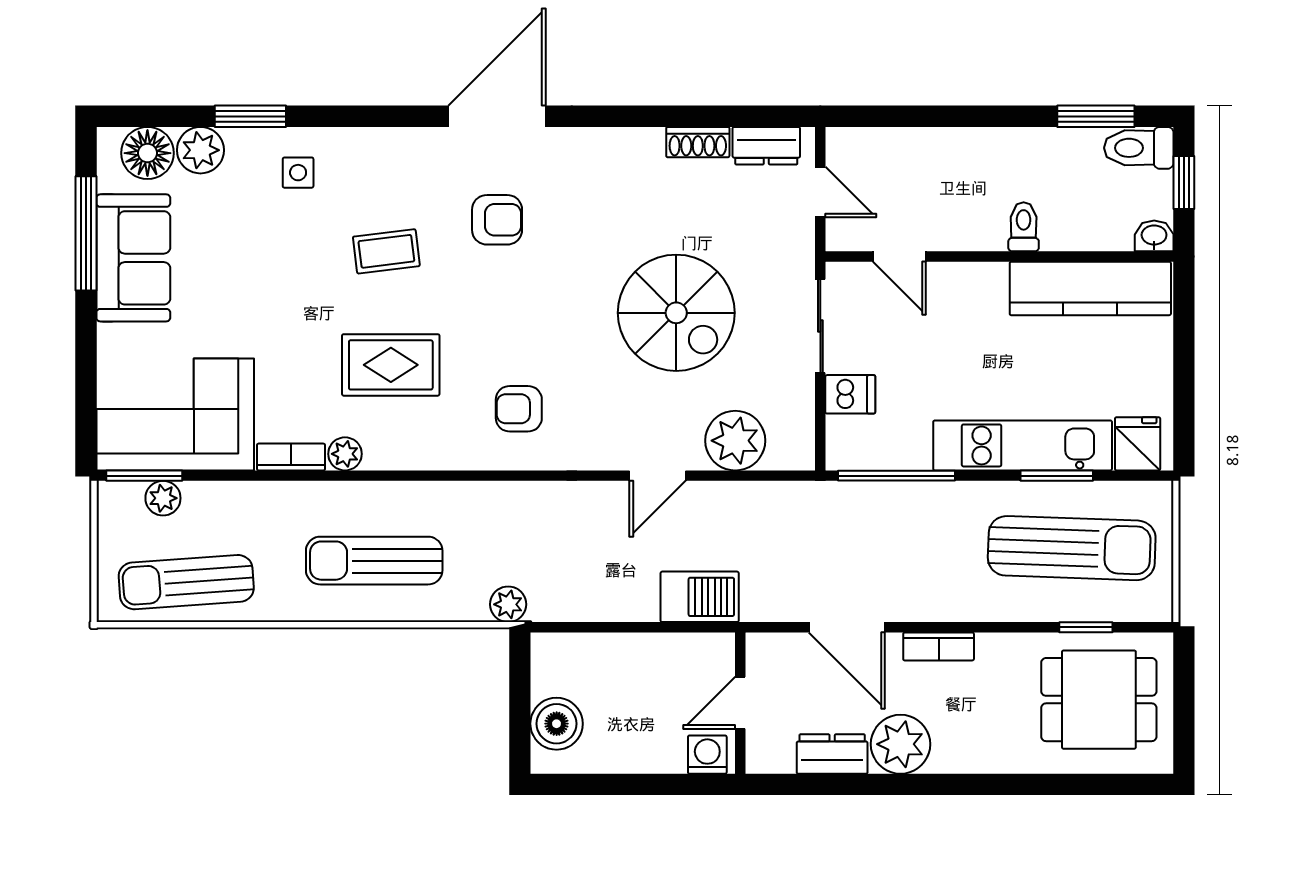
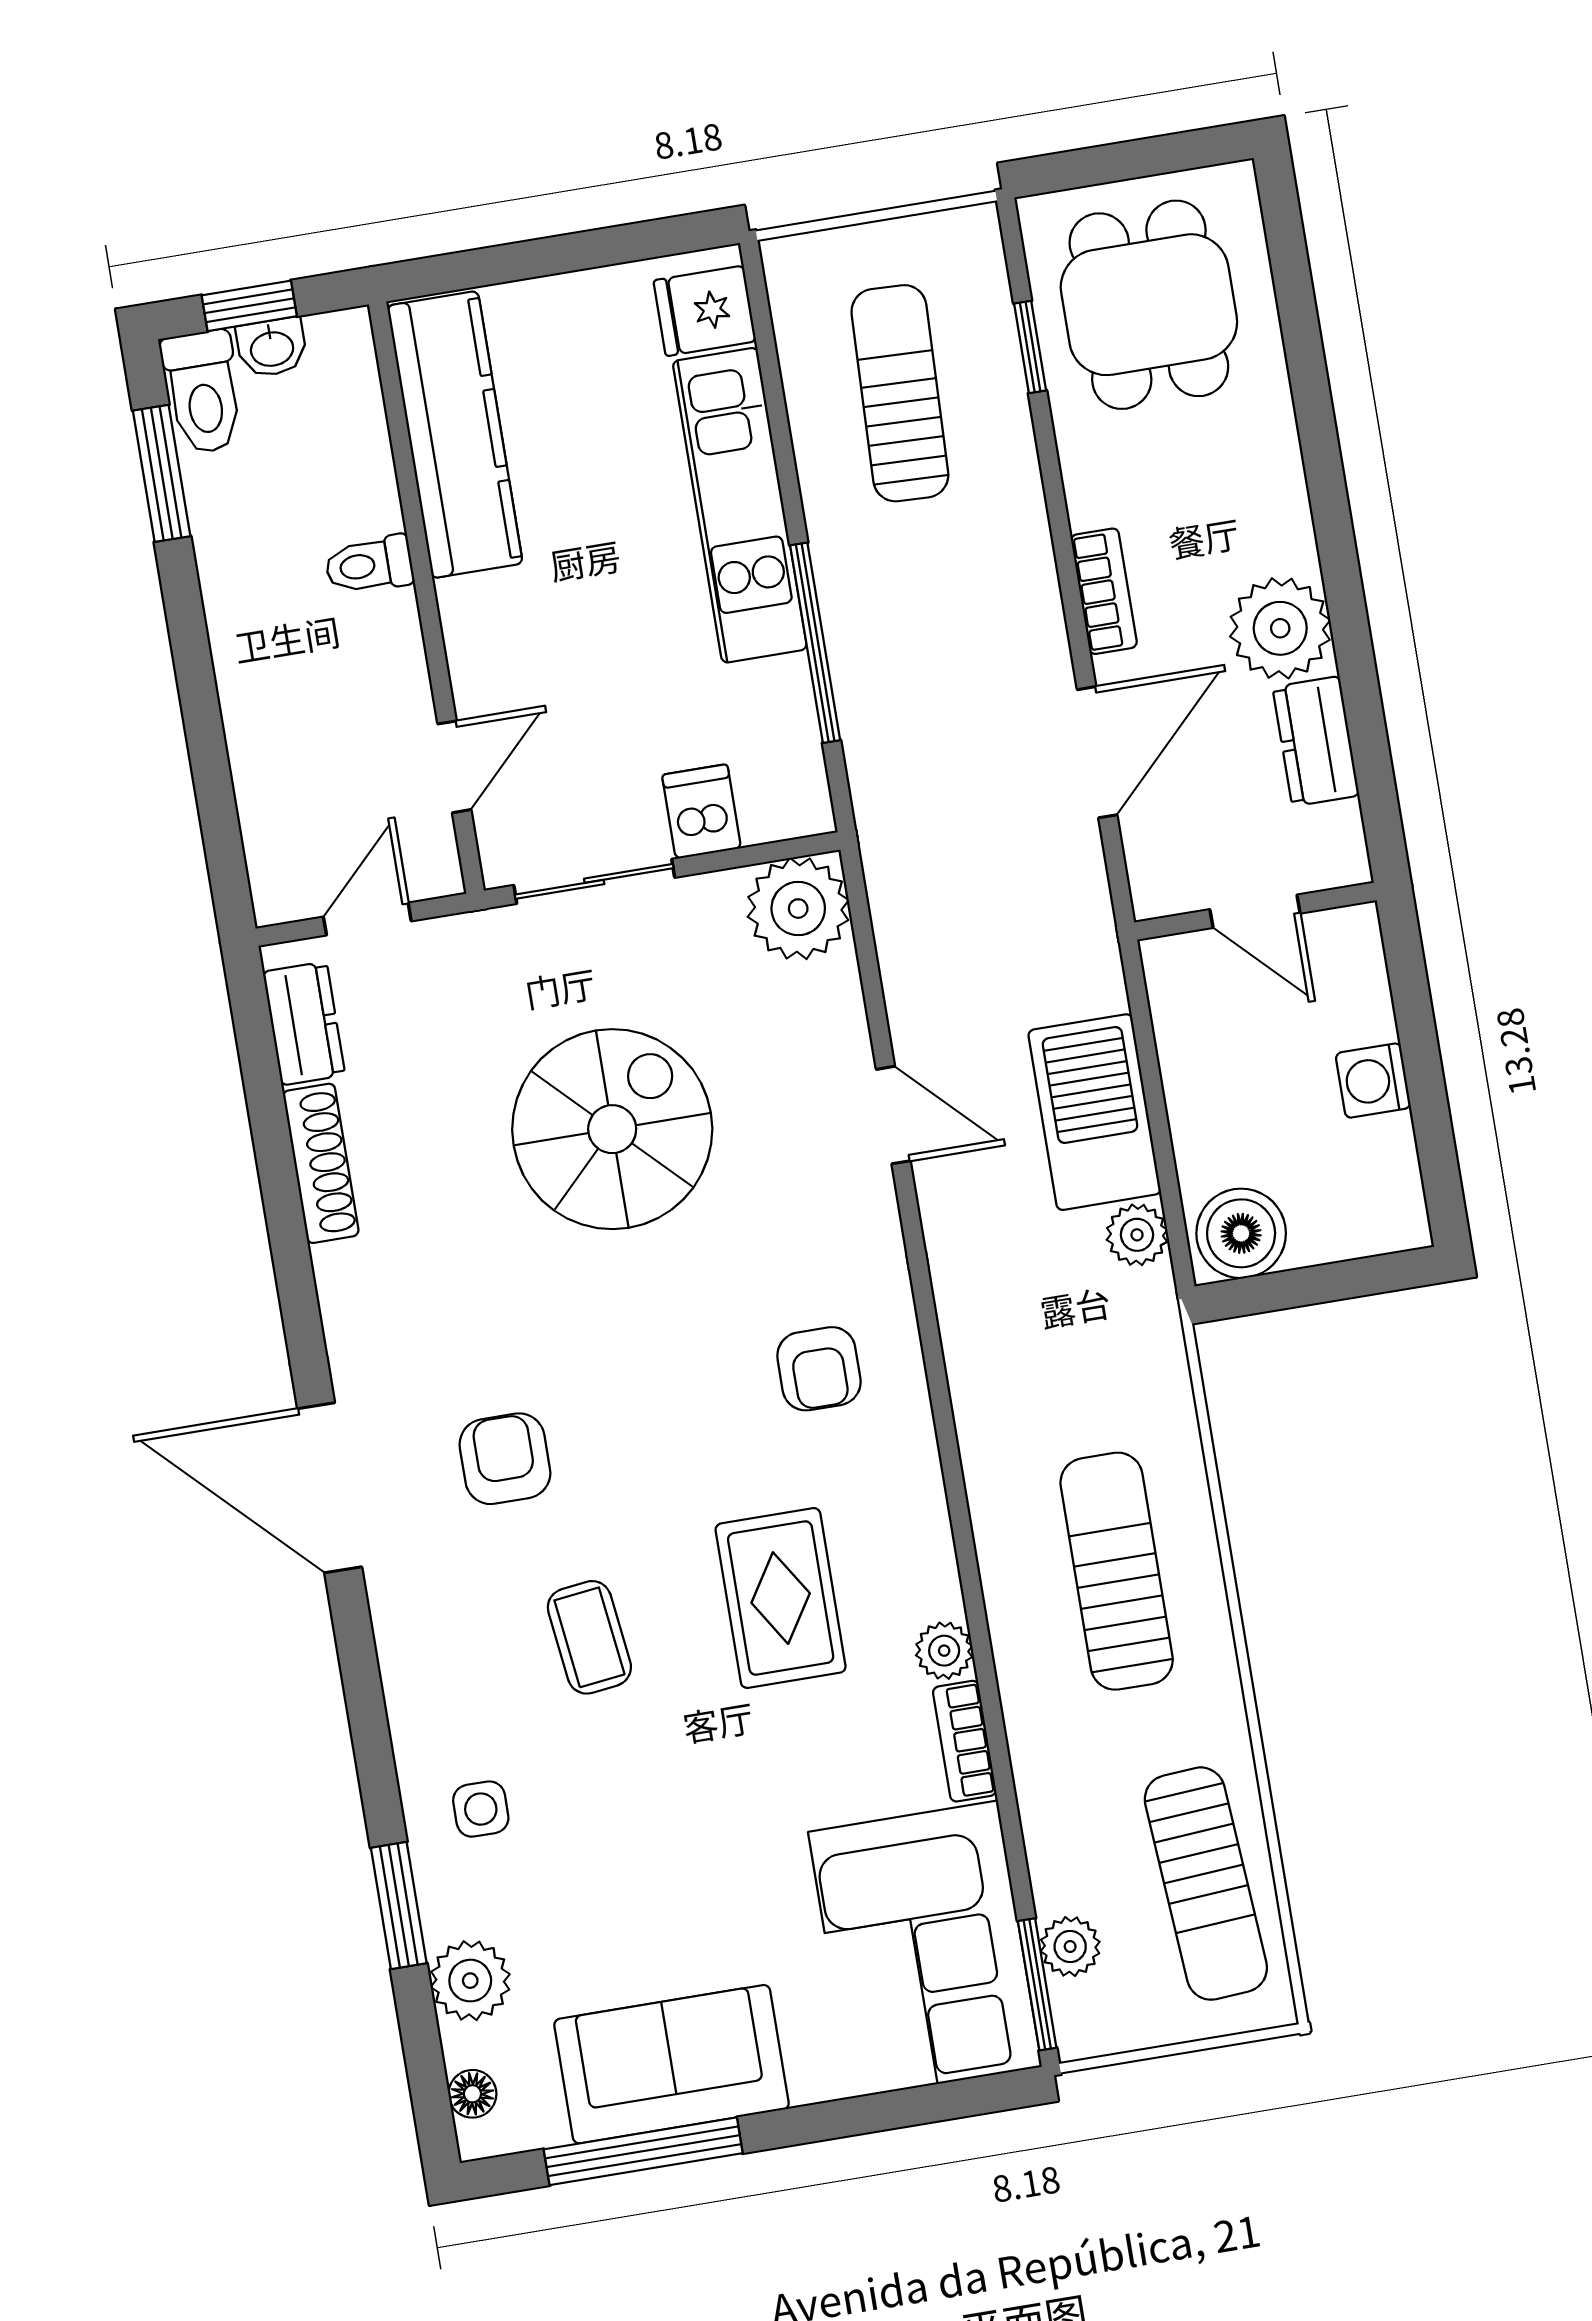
shoe rack: (698, 142) -> (321, 1163), width x1.43
floor lamp: (147, 153) -> (472, 2094), width x0.53, depth x0.53
washbasin: (1154, 236) -> (272, 348), moved, turned -90
plant: (735, 441) -> (798, 909), moved
window: (896, 476) -> (815, 643), moved
window: (1057, 476) -> (781, 439), removed
sun lounger: (1072, 548) -> (900, 393), width x0.73, depth x0.75
sun lounger: (374, 561) -> (1117, 1571), turned 180
barbecue: (700, 597) -> (1094, 1112), moved, width x1.37, depth x1.21
plant: (508, 604) -> (1137, 1235), moved
boiler: (557, 724) -> (1241, 1233), moved
washing machine: (707, 755) -> (1373, 1081), moved

